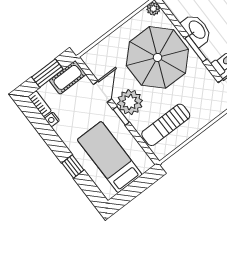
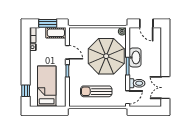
door: (103, 92) -> (67, 52), hinge flipped
plant: (130, 102) -> (77, 67), removed
sun lounger: (166, 125) -> (96, 91), moved
window: (73, 167) -> (26, 91), moved

